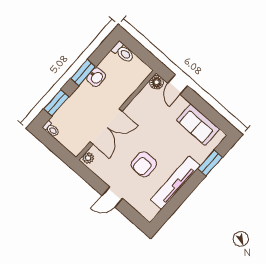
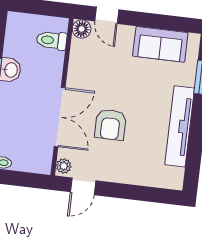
toilet: (123, 52) -> (52, 40), moved, turned 180
armchair: (144, 164) -> (110, 125), moved
door: (112, 197) -> (83, 186), moved

